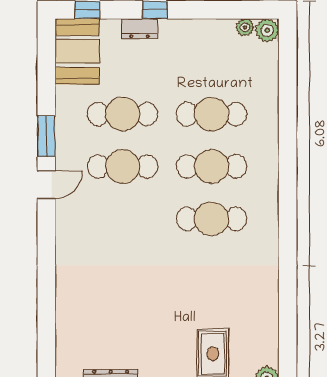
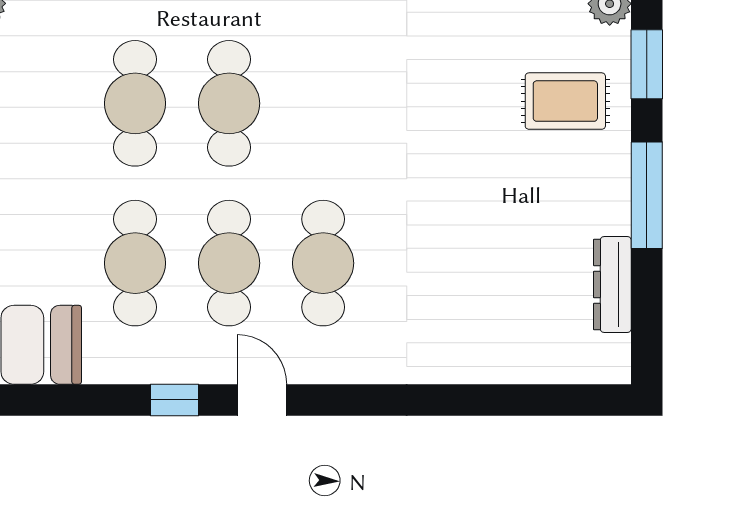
window: (46, 136) -> (175, 400), width x0.67
cafe table: (211, 219) -> (323, 263), moved

